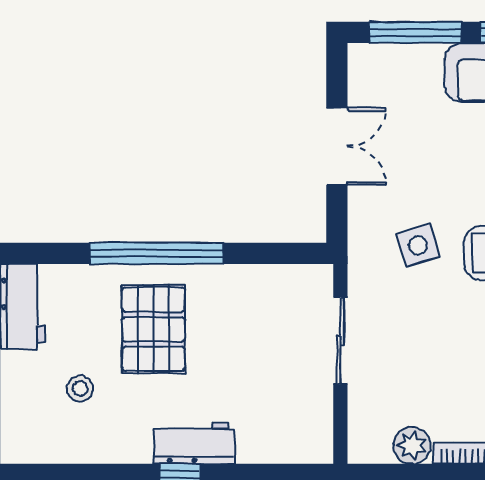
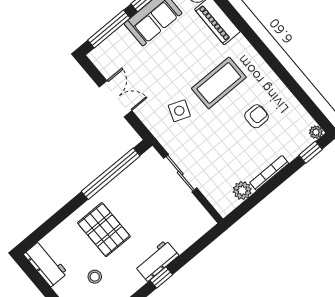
side table: (418, 245) -> (179, 111), turned 38
window: (157, 253) -> (111, 174), moved

